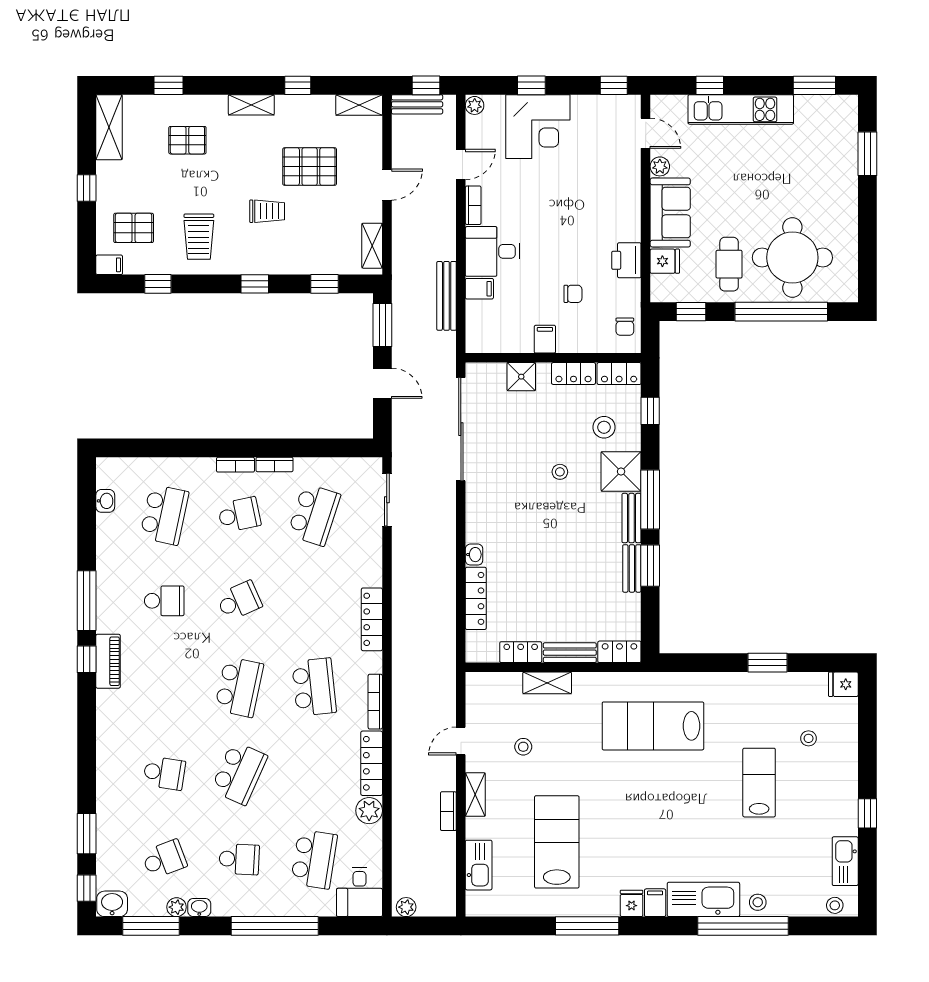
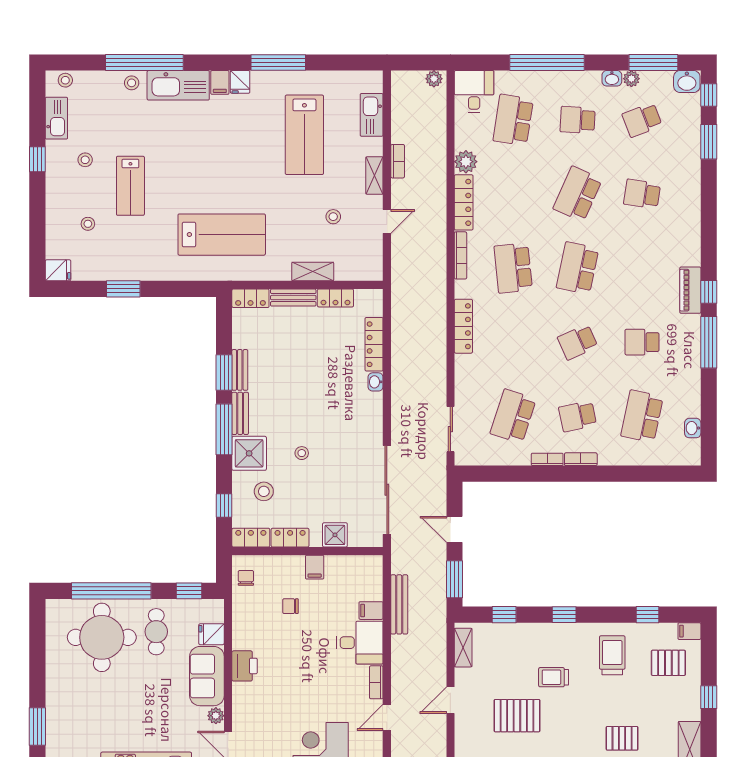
printer: (626, 260) -> (245, 666), moved
stool: (812, 813) -> (85, 160), added

